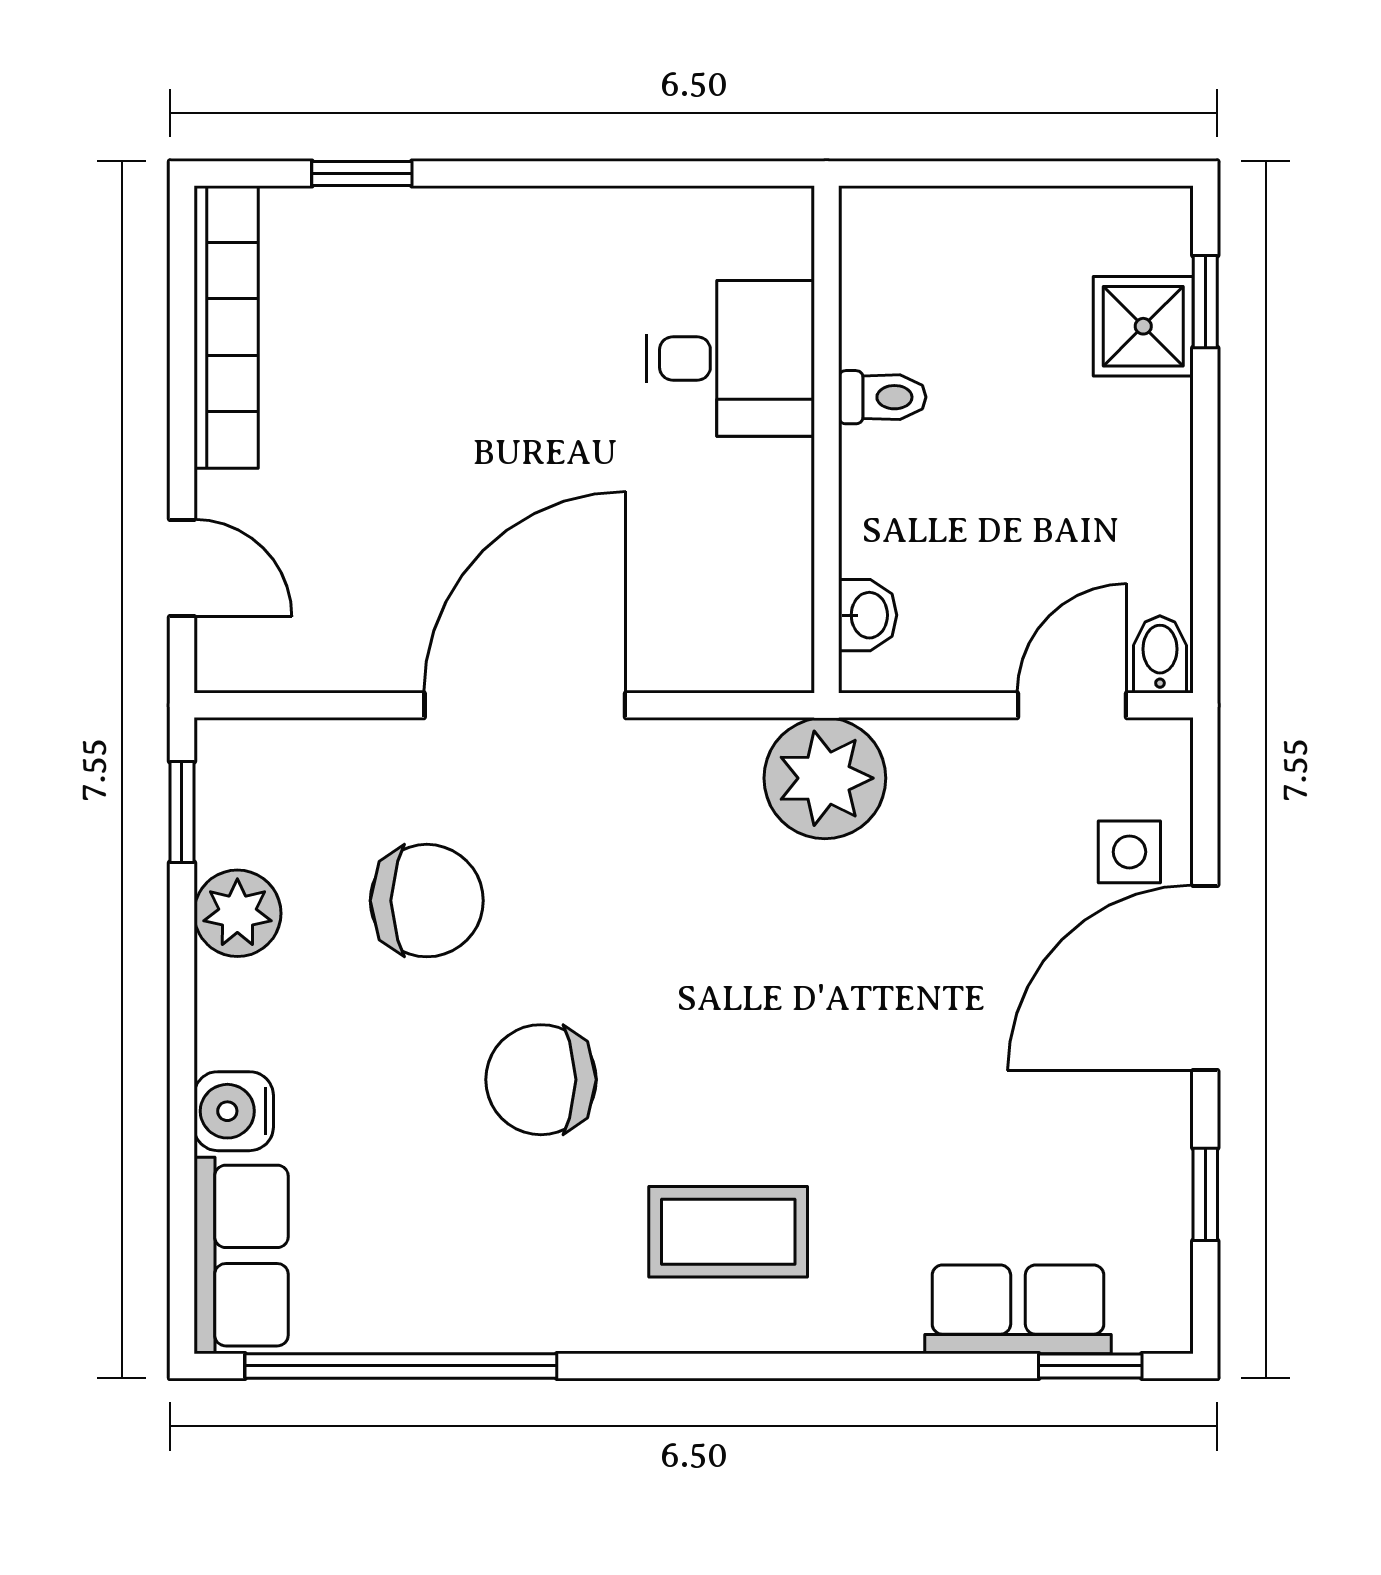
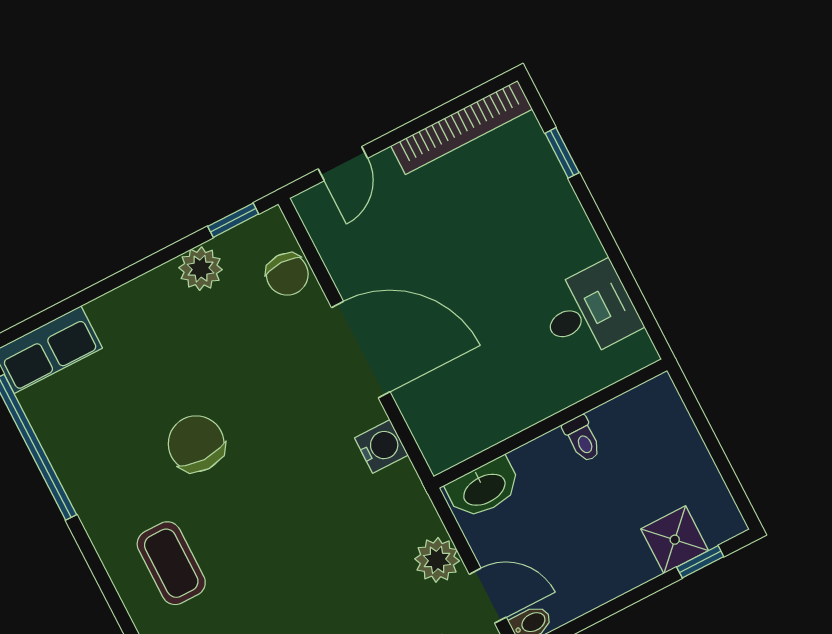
desk: (730, 358) -> (589, 312), moved, turned -90
washbasin: (868, 615) -> (484, 489), width x1.91, depth x1.45
plant: (825, 778) -> (437, 560), moved, width x0.73, depth x0.73
chair: (427, 901) -> (287, 274), moved, width x0.73, depth x0.73
water cooler: (234, 1111) -> (381, 447), moved, turned 90

